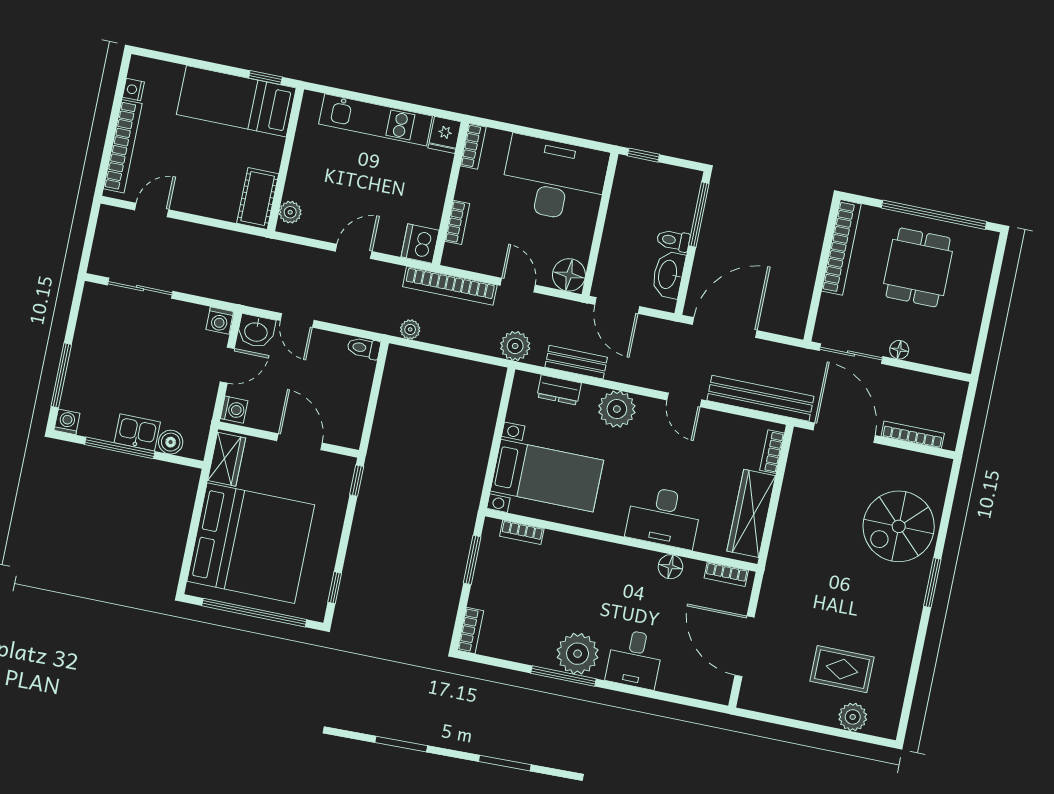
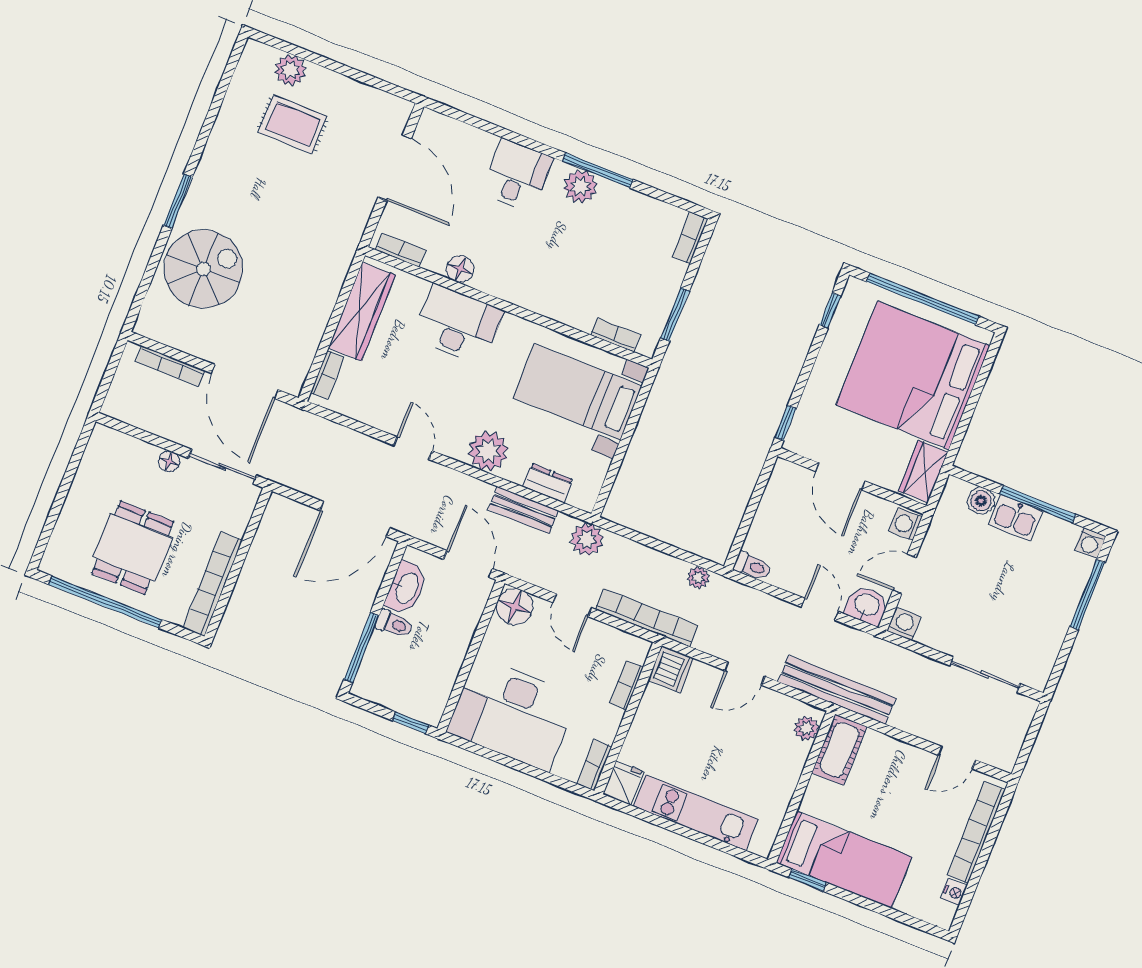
bench: (760, 398) -> (837, 690), moved
plant: (578, 654) -> (580, 186), width x0.73, depth x0.73

